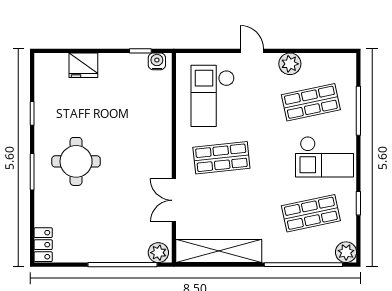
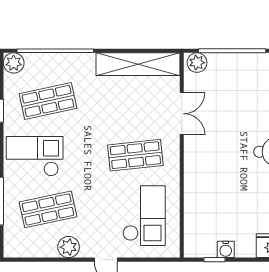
water cooler: (157, 61) -> (226, 249), moved

